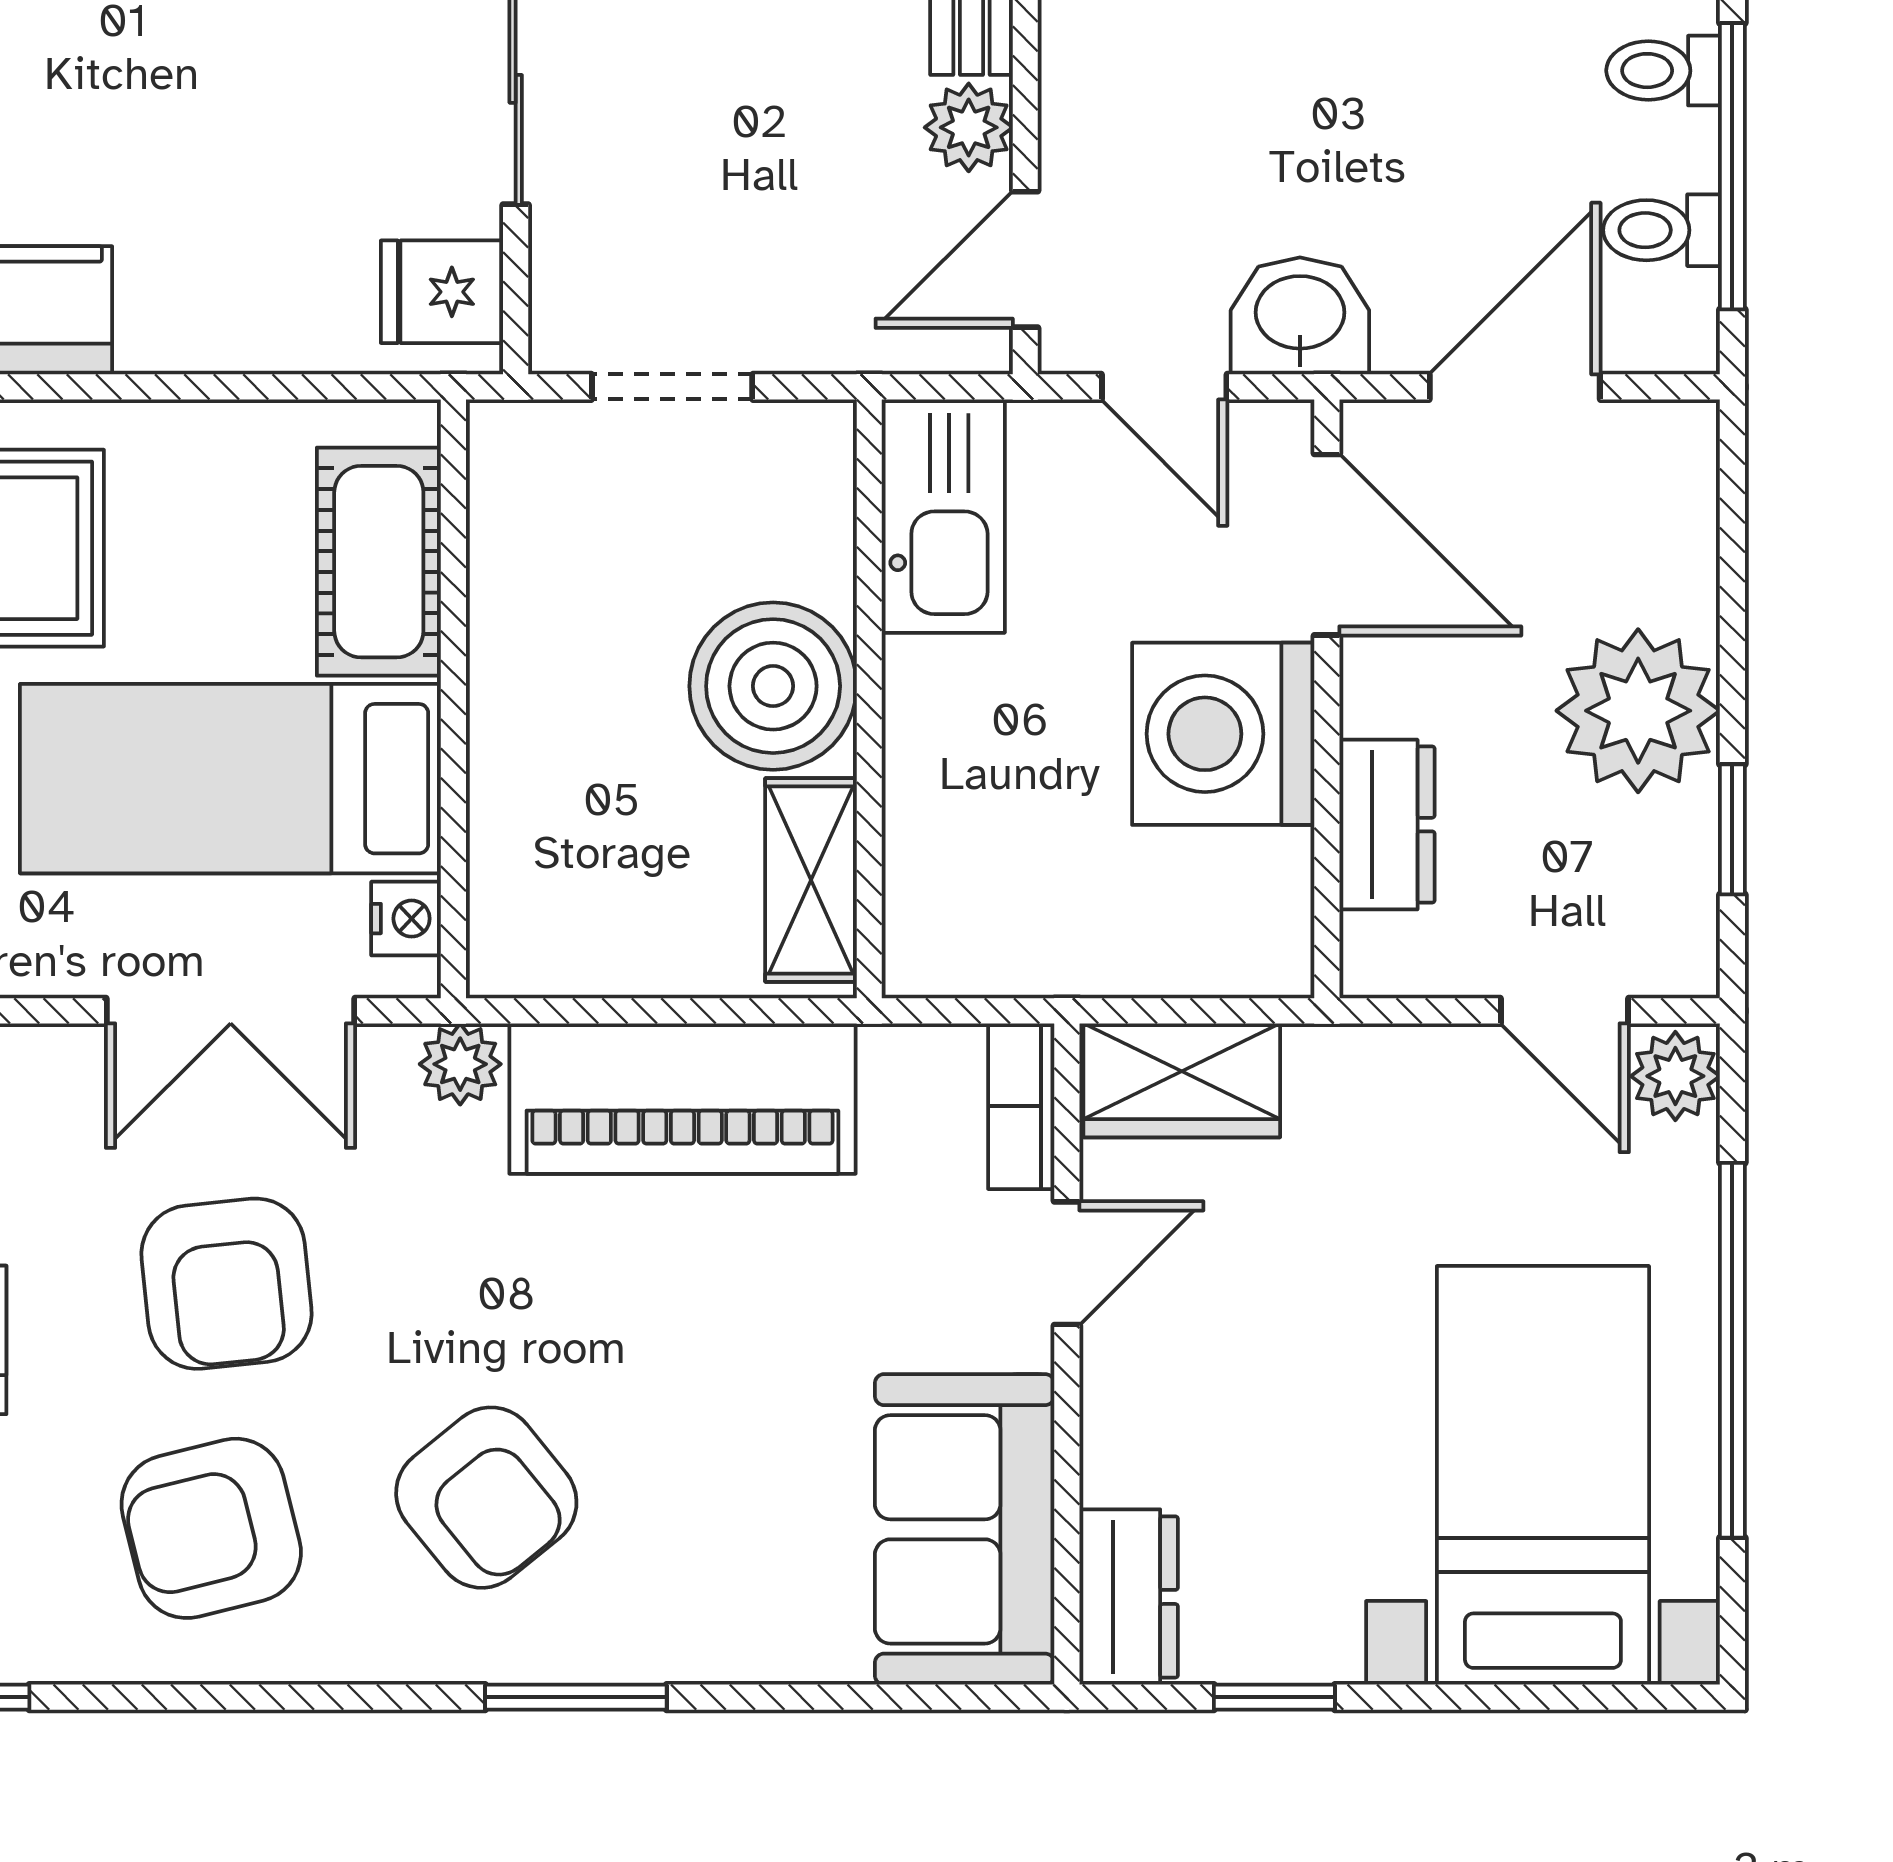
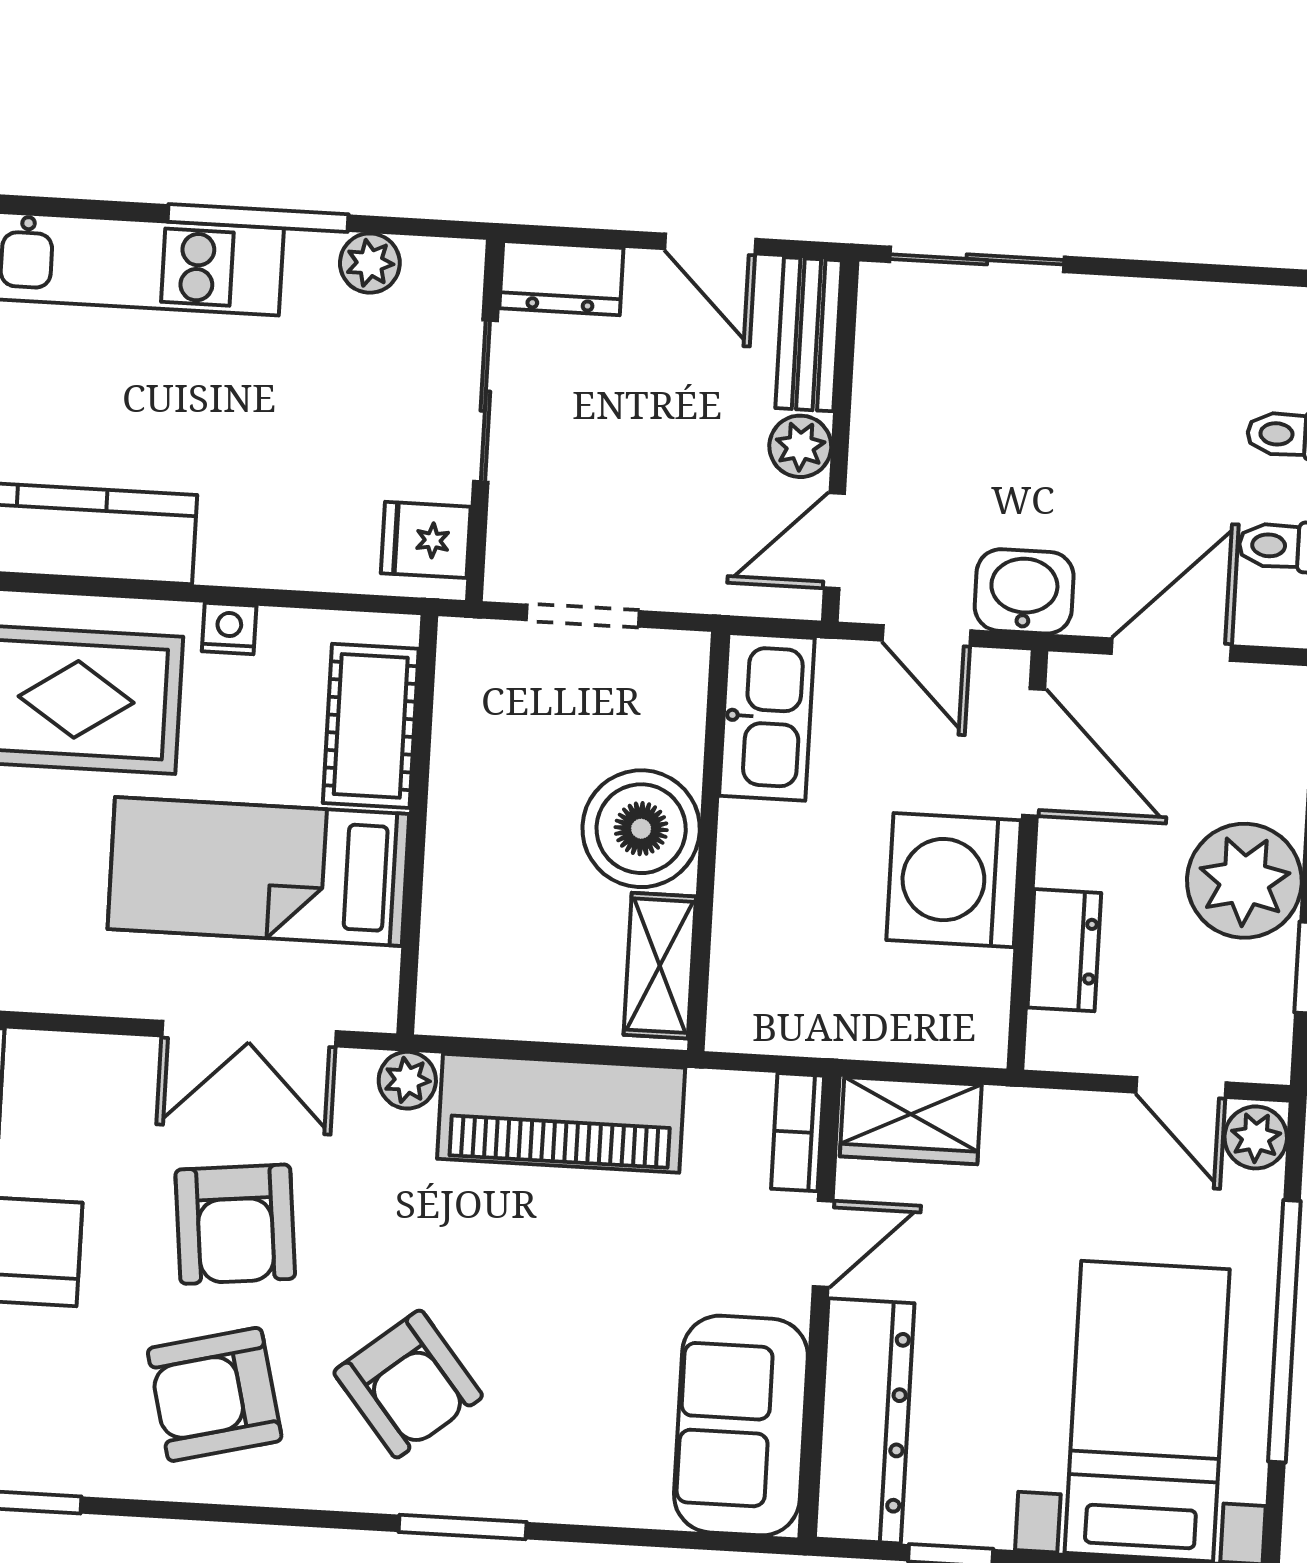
nightstand: (406, 919) -> (229, 628), moved, turned -90
dresser: (1129, 1597) -> (865, 1421), width x1.96, depth x1.24

